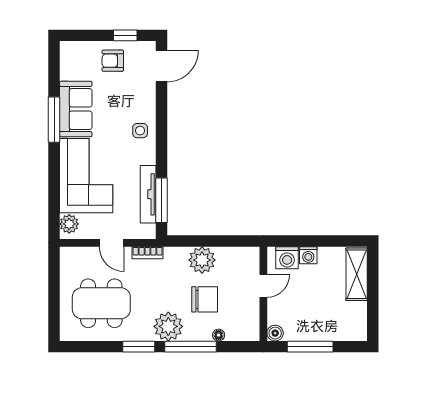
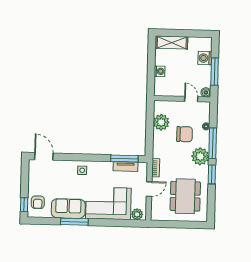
window: (125, 35) -> (24, 205), moved
armchair: (113, 61) -> (38, 202), moved
tv unit: (148, 194) -> (126, 167), width x0.71
washing machine: (287, 258) -> (205, 58), moved, turned 180
plant: (202, 260) -> (161, 122), moved
door: (263, 286) -> (191, 99), moved
chair: (205, 299) -> (185, 134), turned 90

